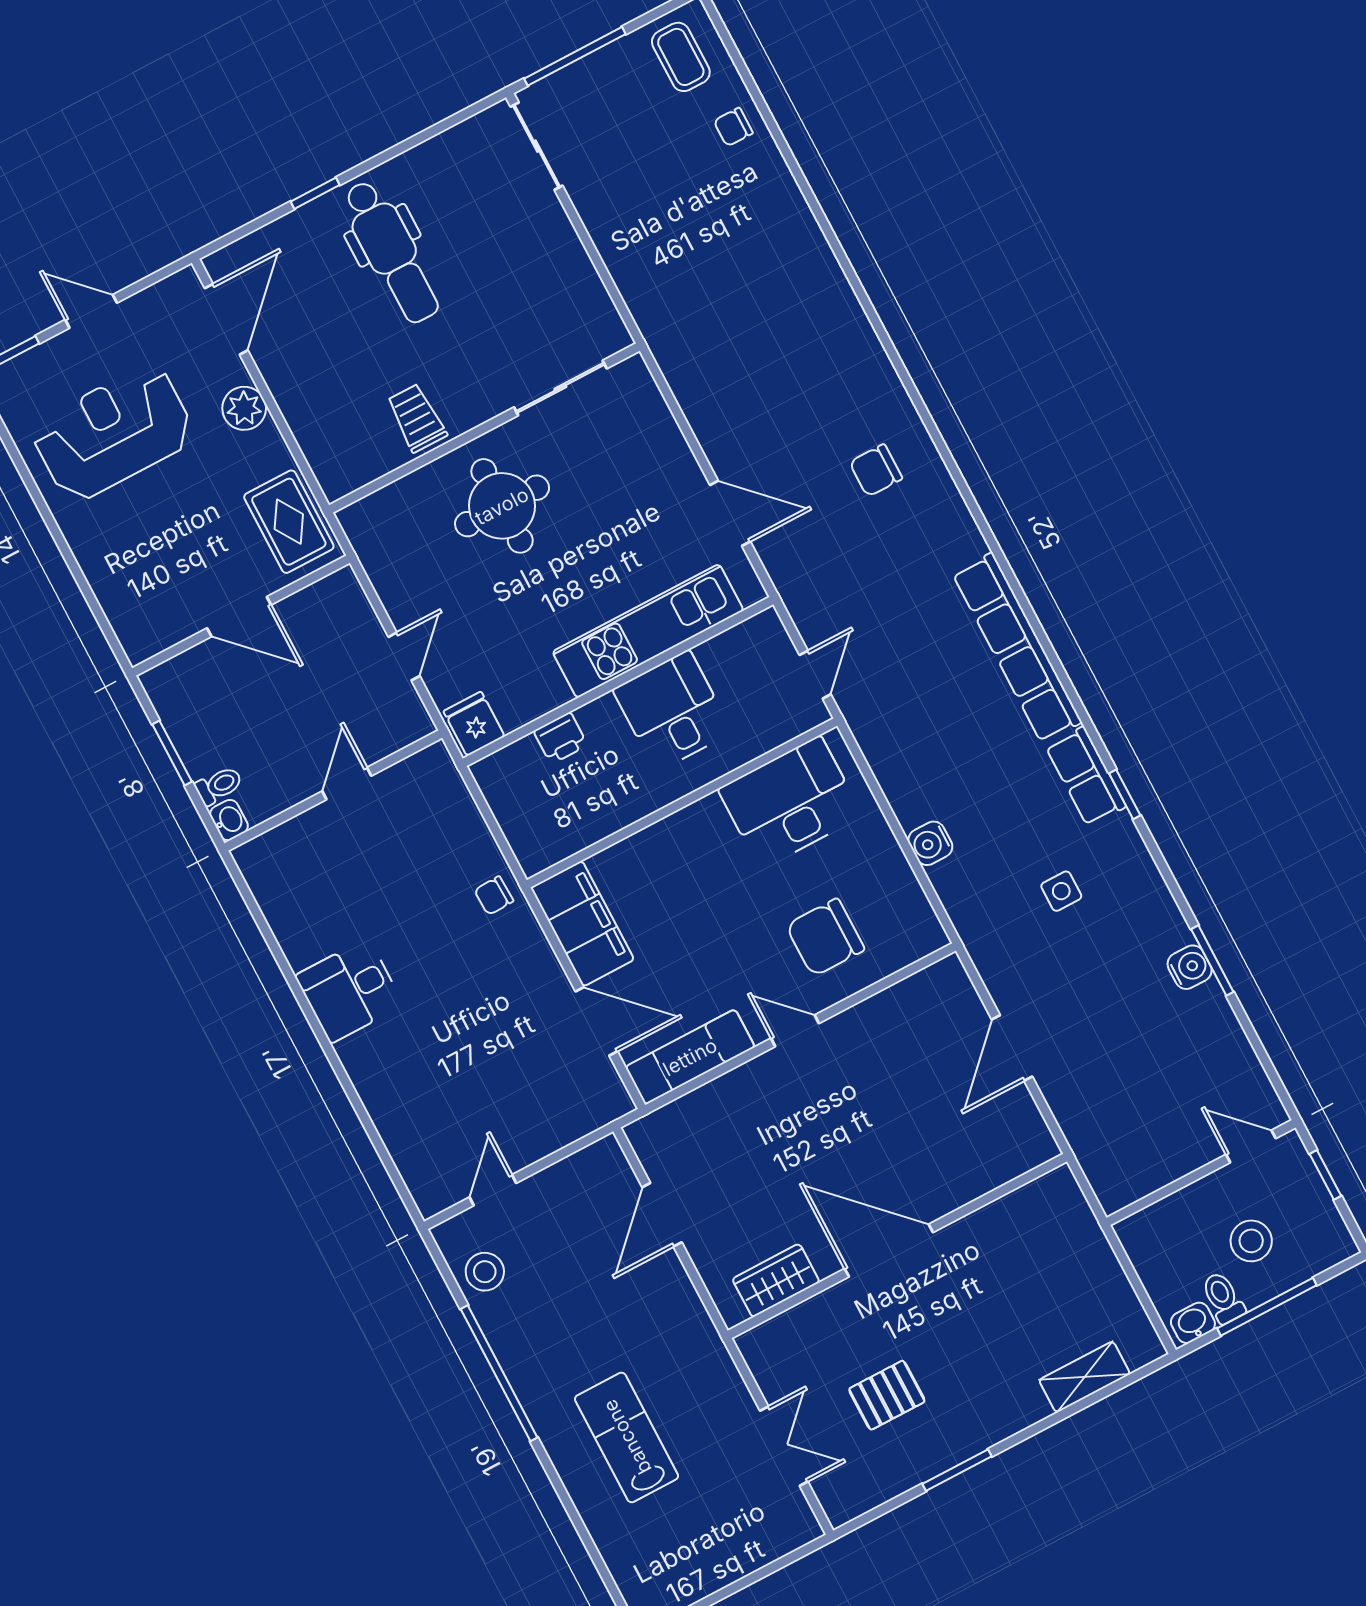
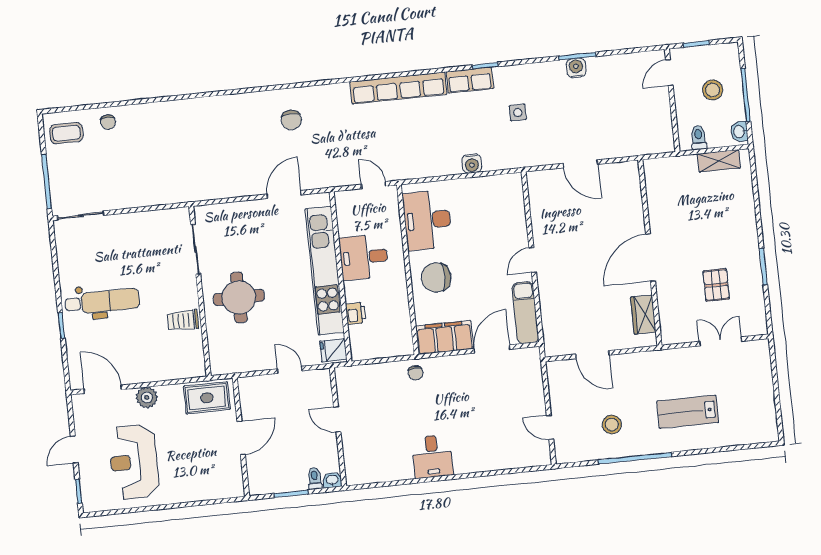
kitchen unit: (648, 631) -> (325, 271), width x1.36
chair: (825, 937) -> (436, 277), moved, turned 90
stool: (485, 1272) -> (612, 424), moved
toilet: (1223, 1298) -> (698, 138), moved, turned 90
shelving: (1085, 1377) -> (719, 161), moved, turned 90

